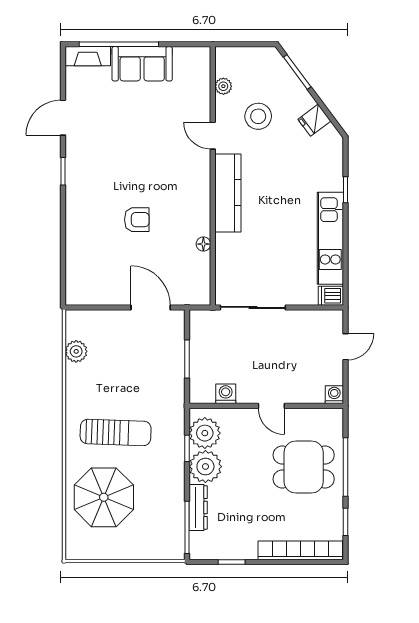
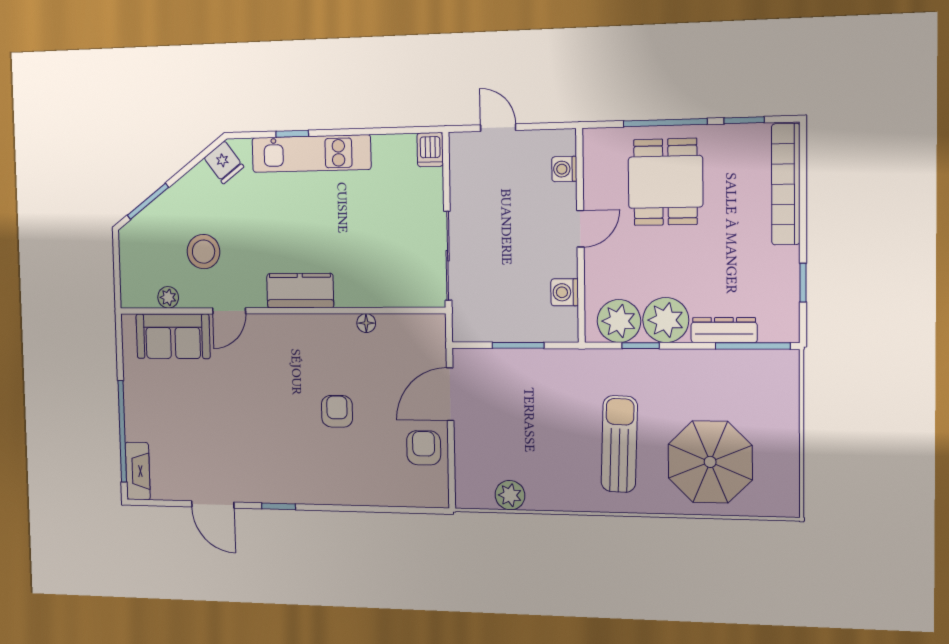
sofa: (142, 64) -> (173, 336), moved, turned 90
fridge: (314, 120) -> (224, 162), moved
kitchen counter: (228, 193) -> (300, 291), width x0.67
kitchen unit: (330, 238) -> (311, 154), moved
armchair: (110, 286) -> (424, 448), added
washing machine: (334, 395) -> (564, 169), moved

